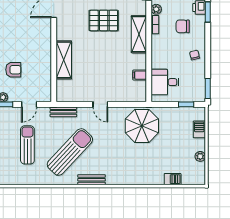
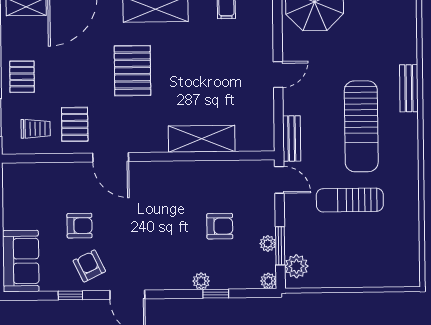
armchair: (13, 70) -> (220, 226), turned 90
door: (29, 104) -> (279, 180), moved
sun lounger: (70, 152) -> (361, 126), turned -133

